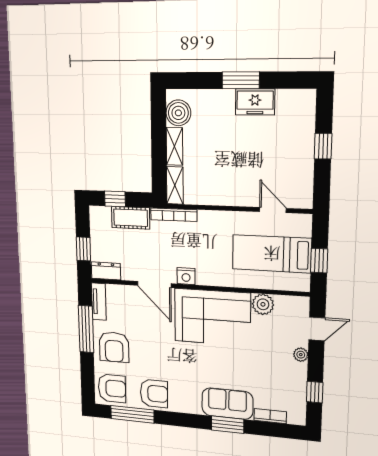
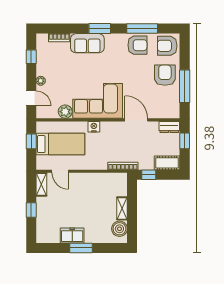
shelving: (175, 185) -> (41, 184), moved
window: (115, 199) -> (149, 175), moved
cot: (131, 218) -> (167, 163), moved
nightstand: (186, 276) -> (94, 127), moved
tv unit: (99, 302) -> (175, 106), removed
door: (317, 329) -> (31, 98), swing flipped
armchair: (154, 393) -> (137, 45), turned 180
window: (132, 414) -> (142, 29), moved
window: (227, 425) -> (100, 29), moved

